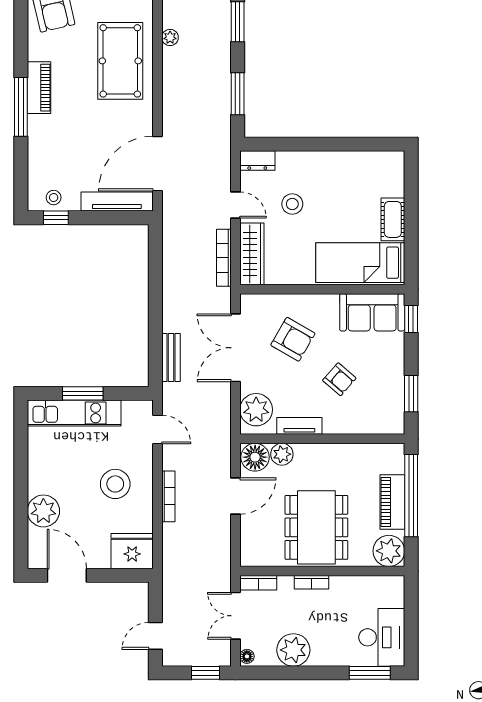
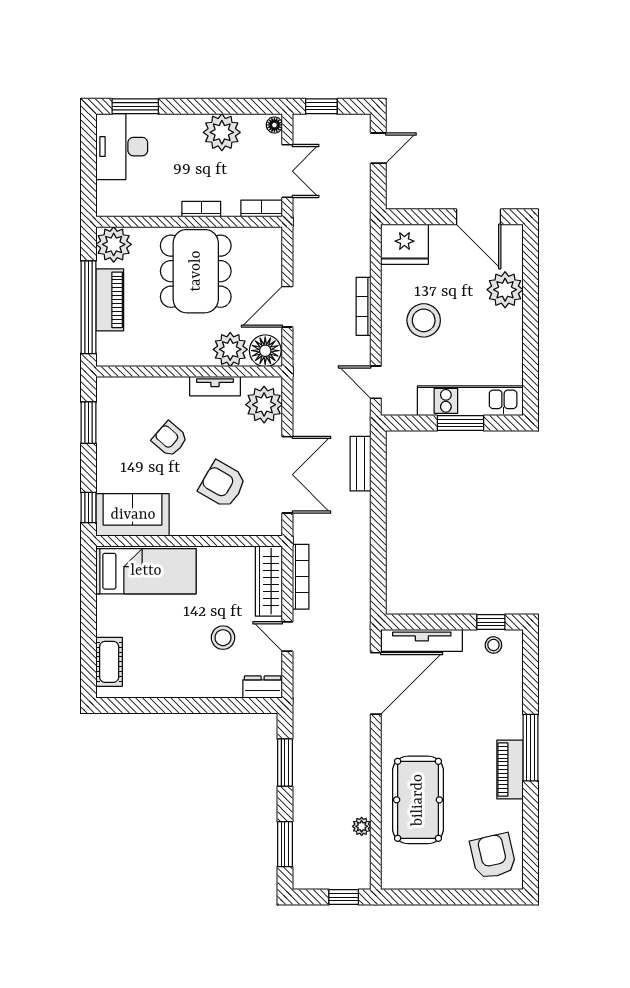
cot: (393, 219) -> (109, 662), moved
plant: (282, 454) -> (230, 349), width x1.36, depth x1.36

